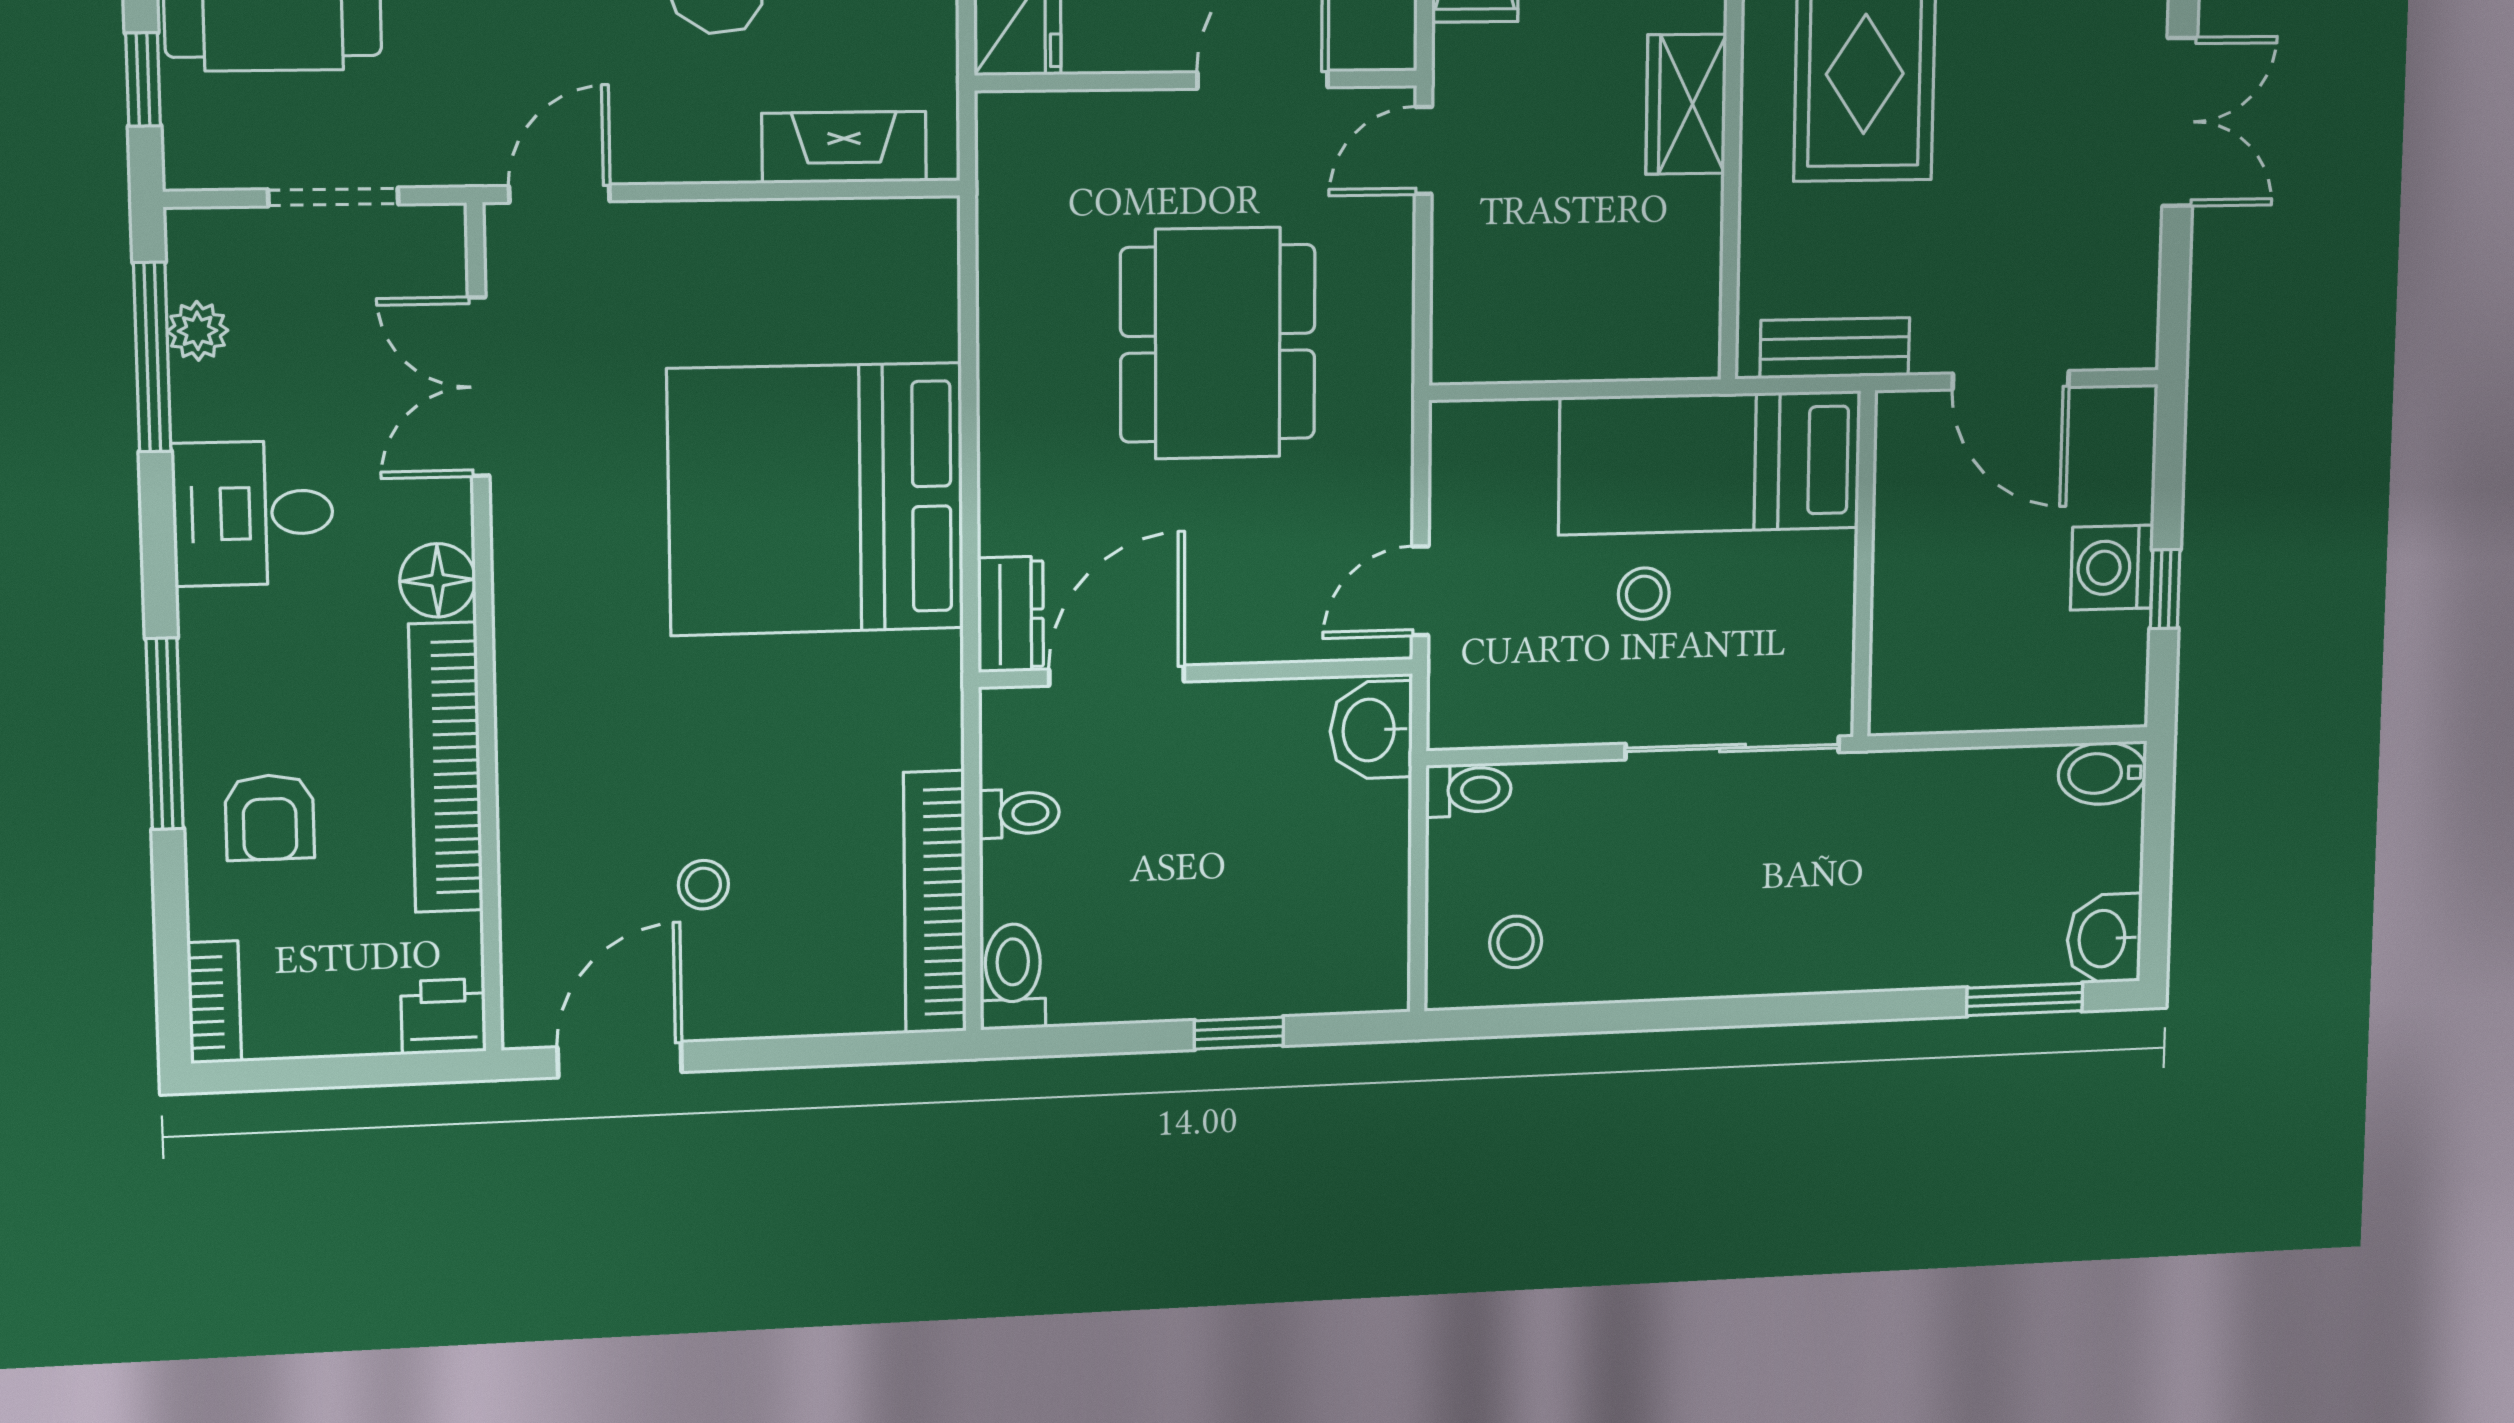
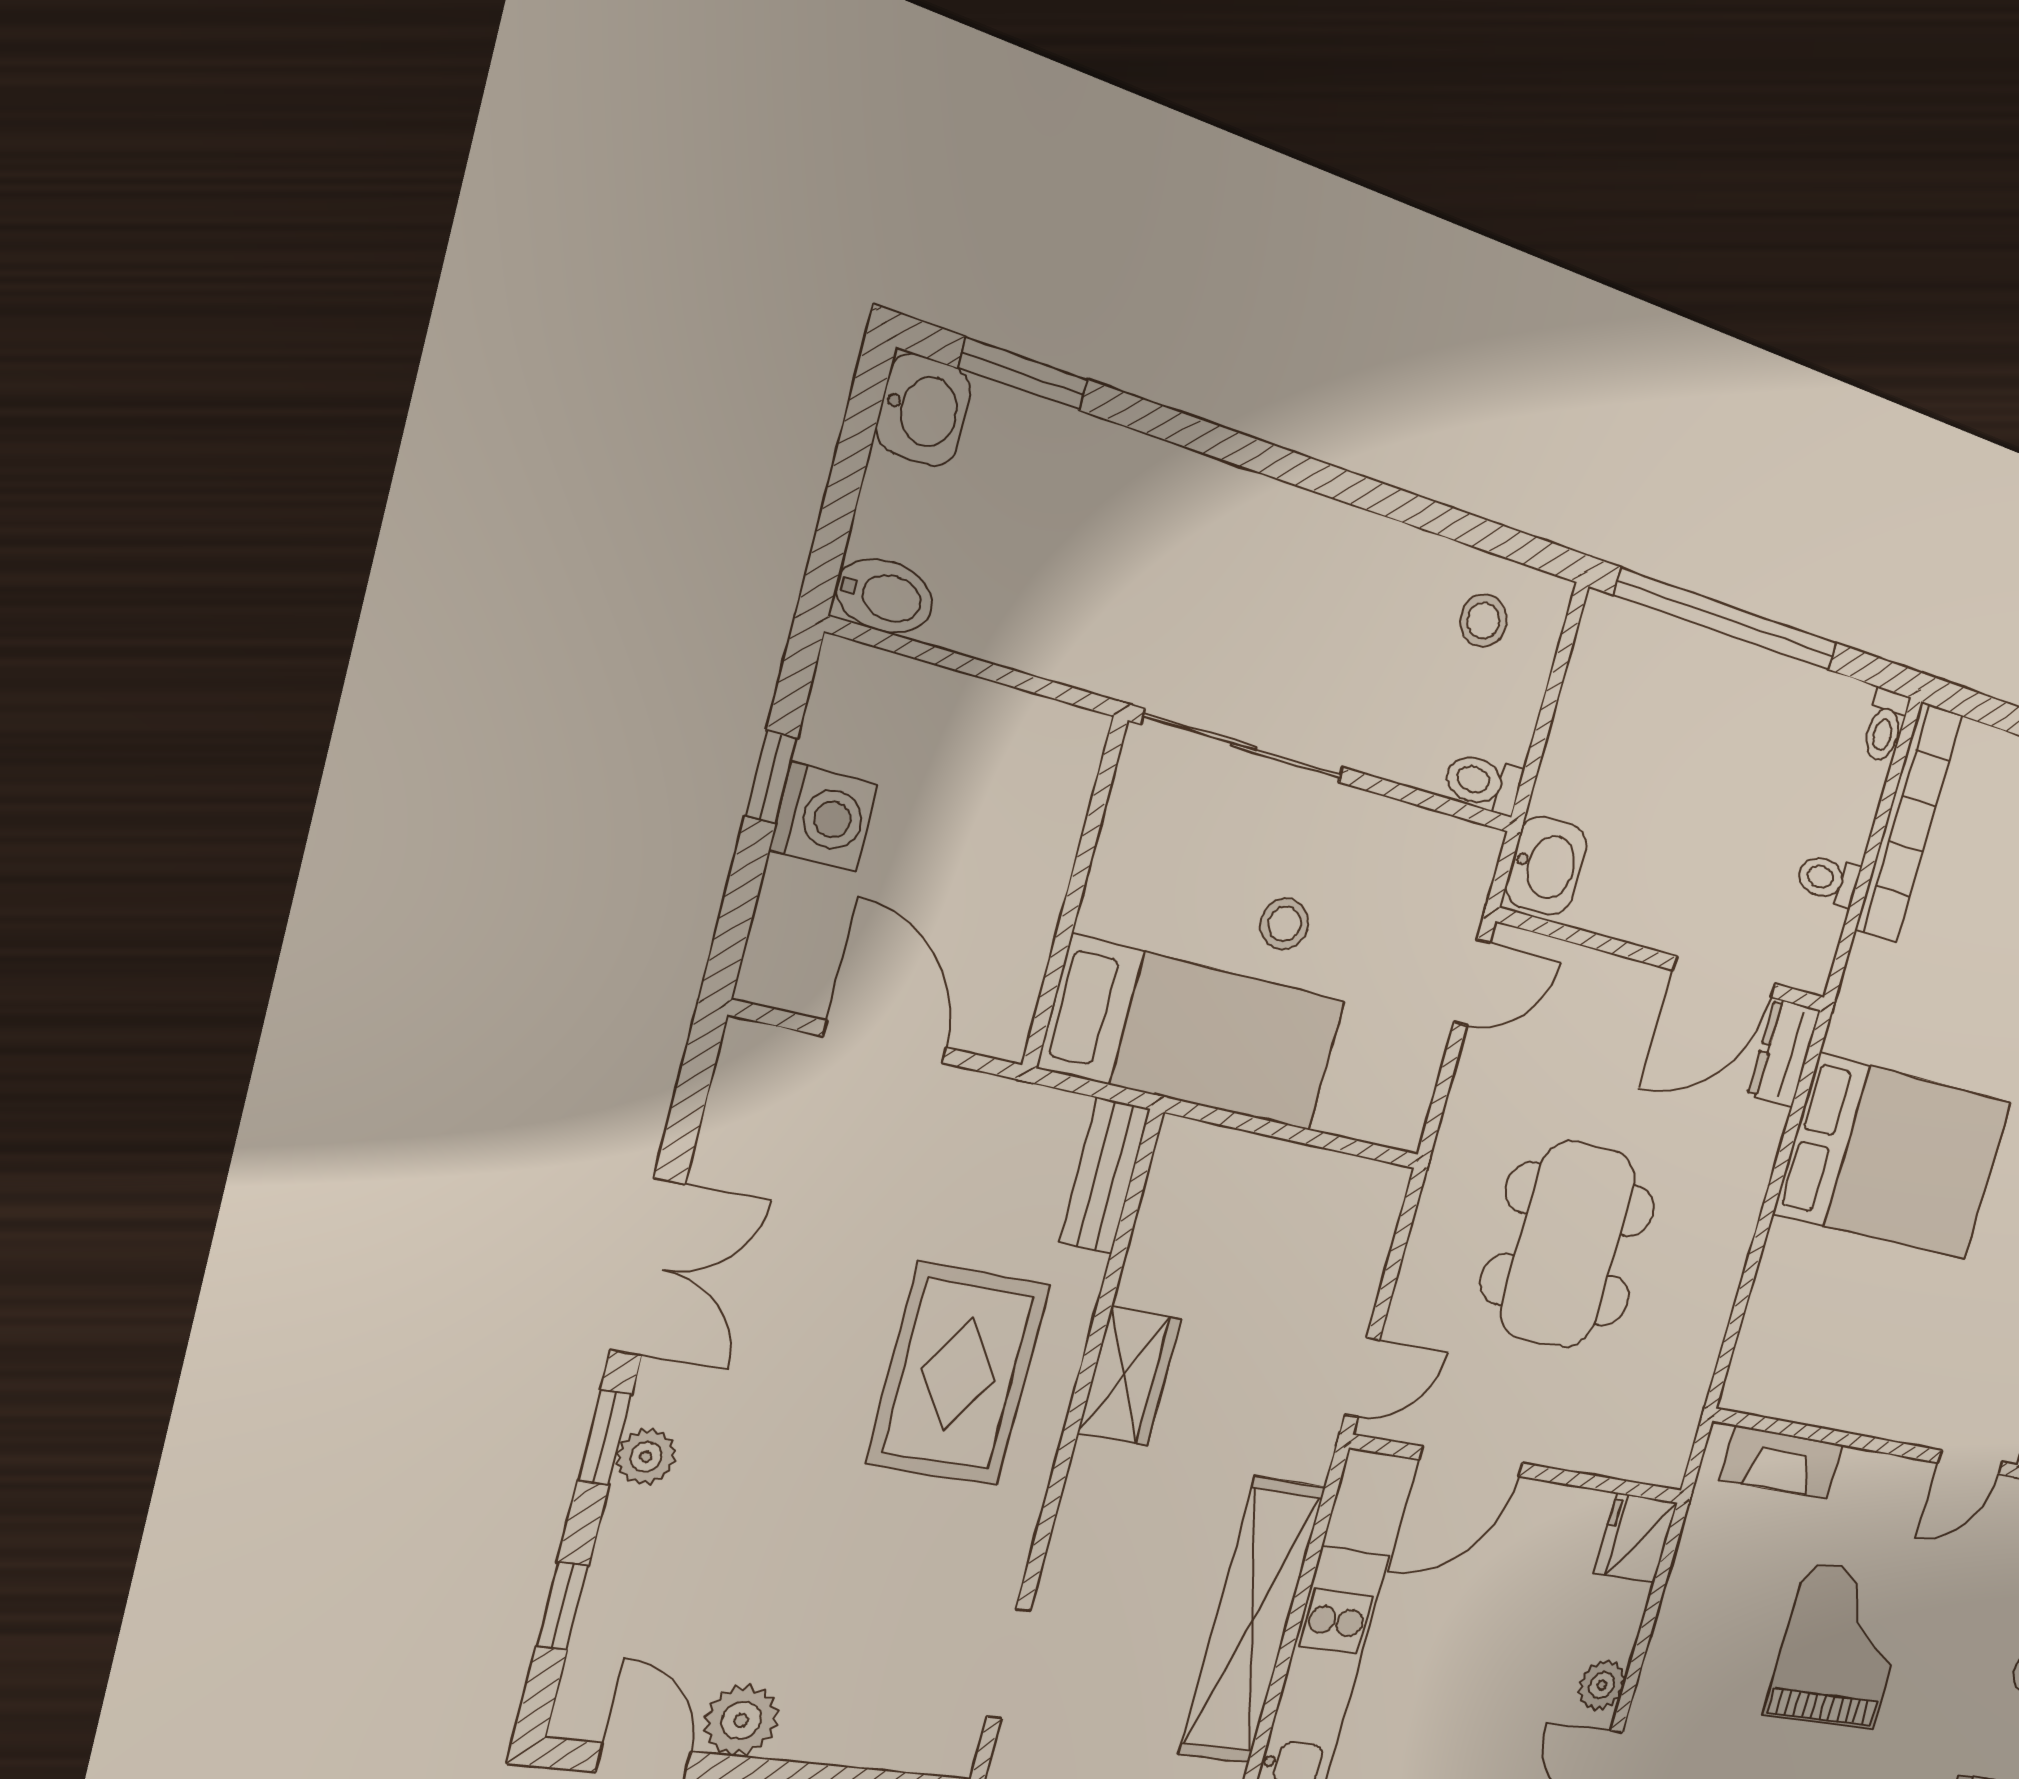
double door: (2180, 122) -> (648, 1267), swing flipped
bench: (1835, 348) -> (1105, 1176), moved, turned 90
bed: (816, 499) -> (1893, 1157), width x0.73
toilet: (1013, 977) -> (1885, 726), width x0.73, depth x0.72
window: (1239, 1033) -> (1727, 619), width x3.17

